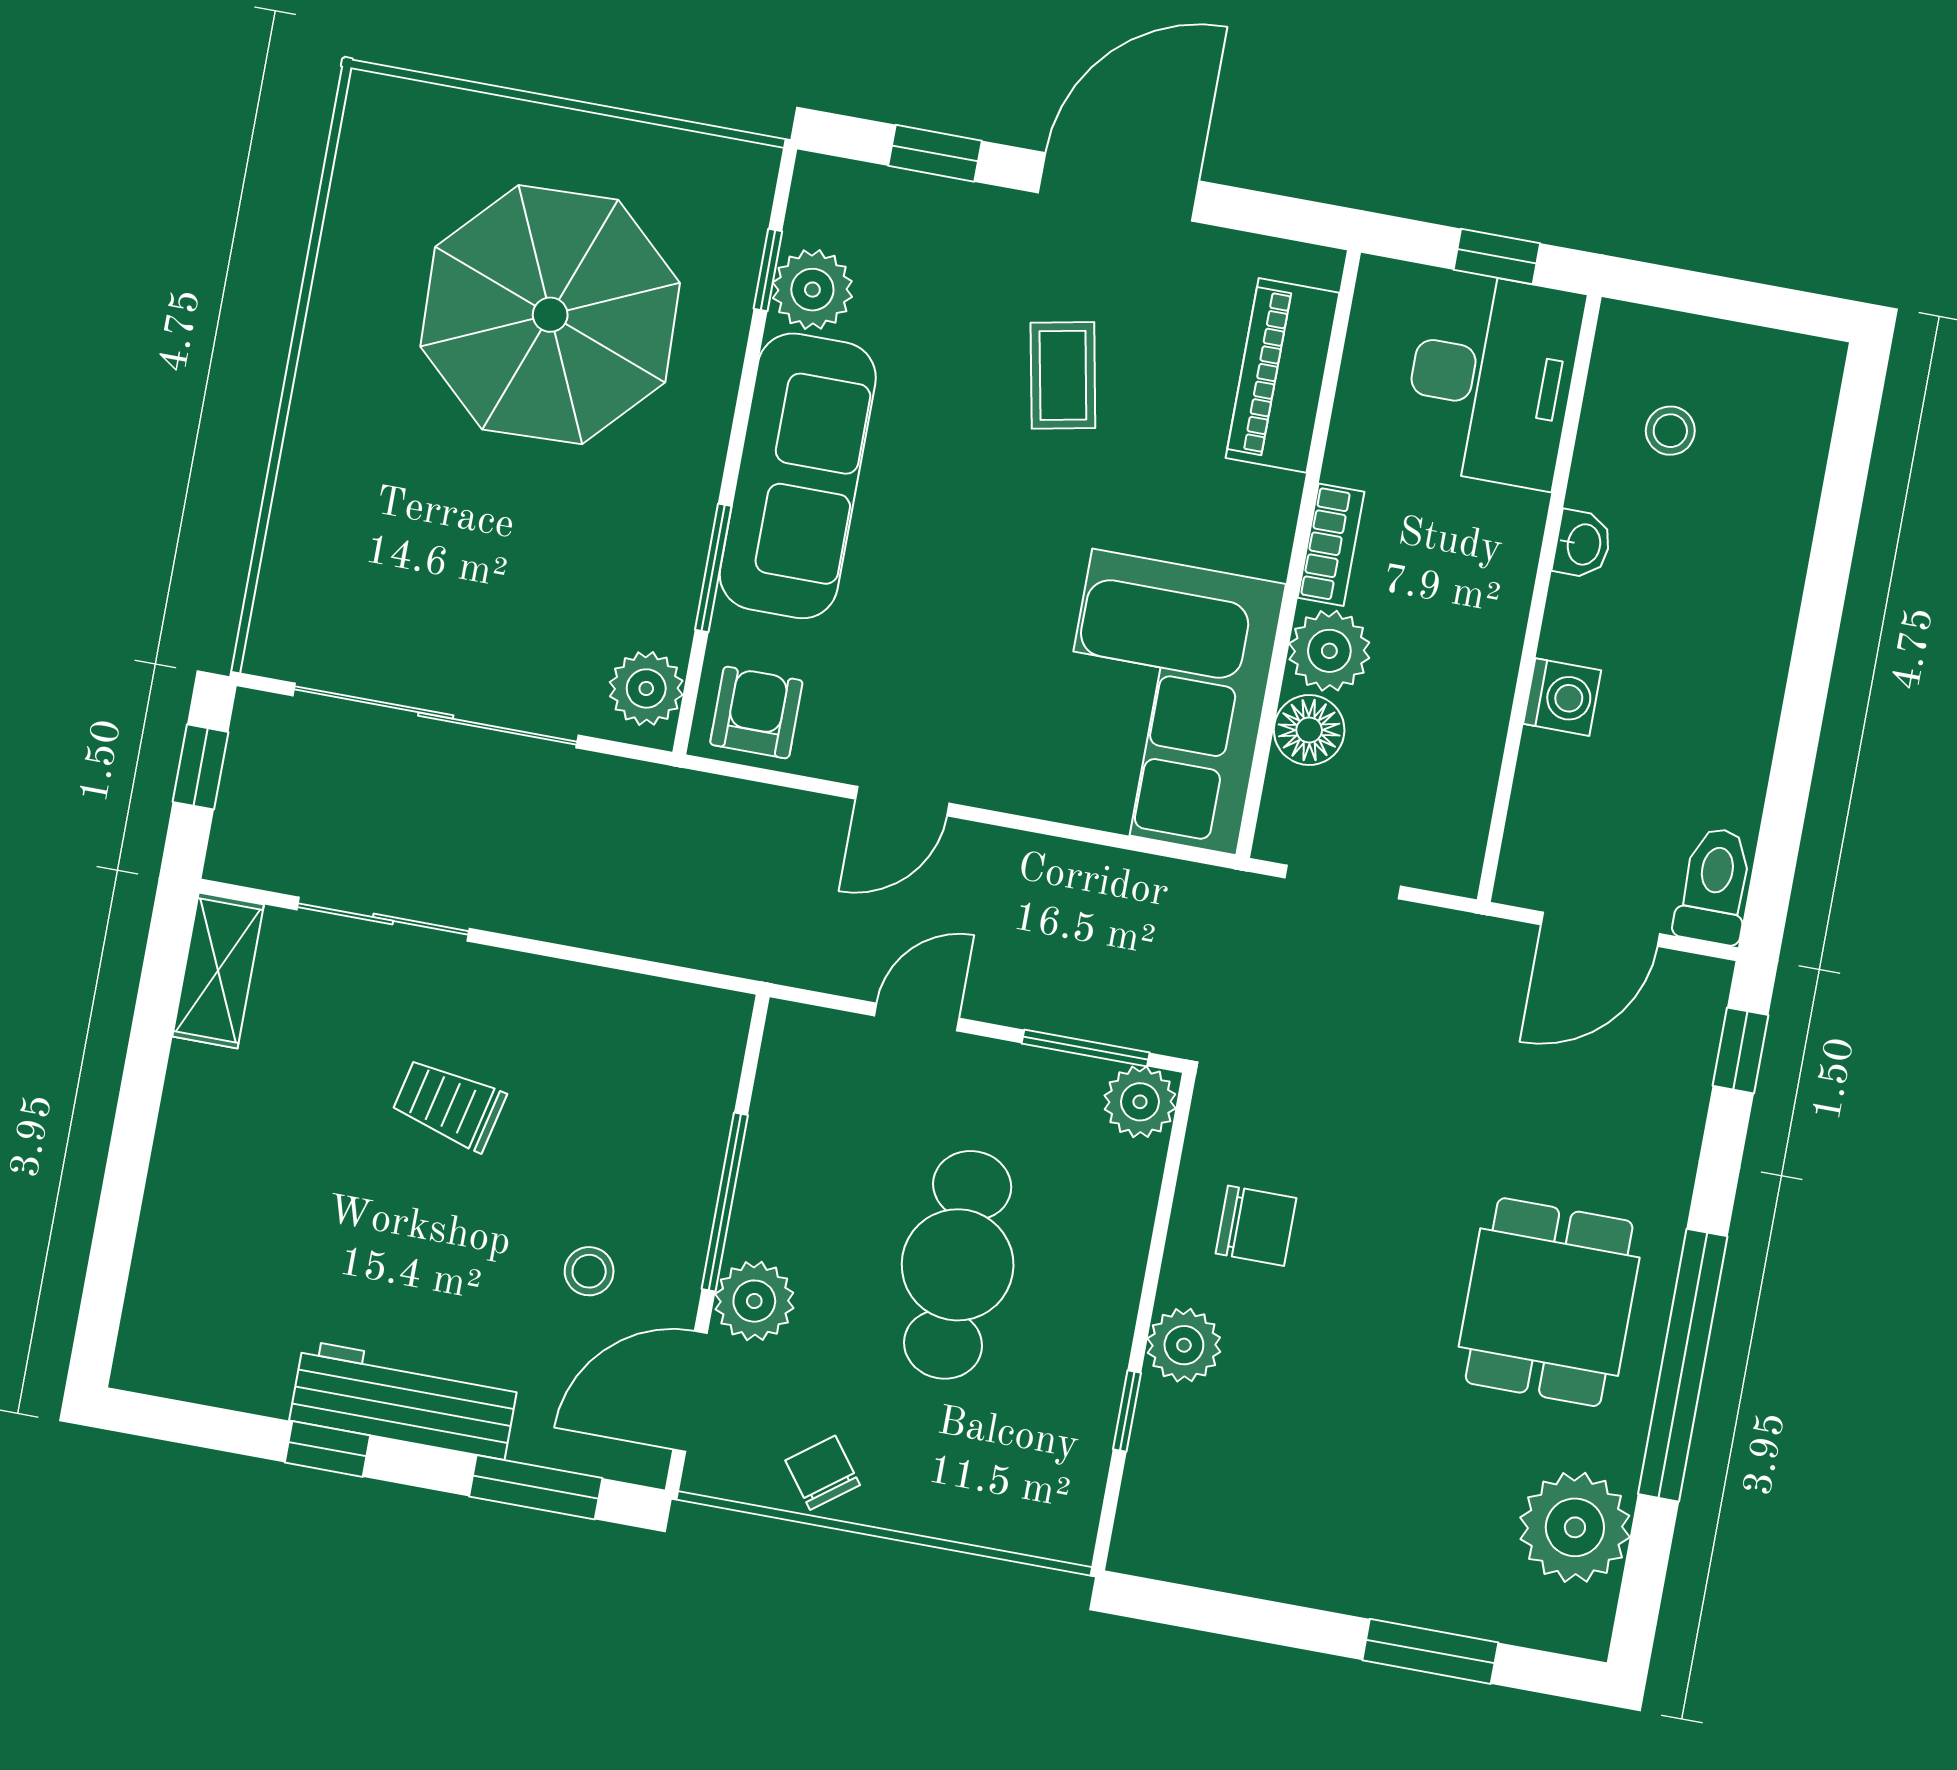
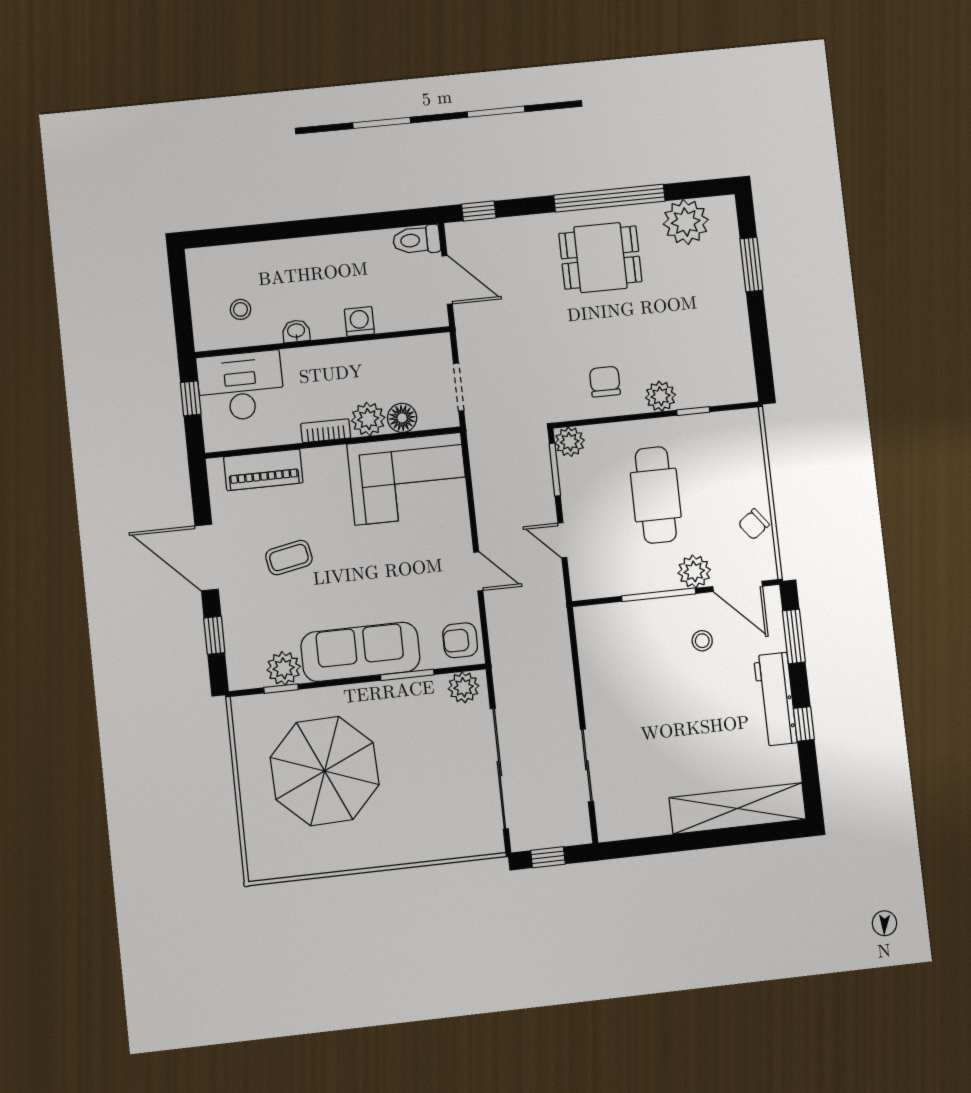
shelving: (218, 970) -> (738, 808), moved, width x2.20, depth x1.33
trolley: (449, 1104) -> (653, 717), removed
cafe table: (958, 1265) -> (656, 495), turned 90

